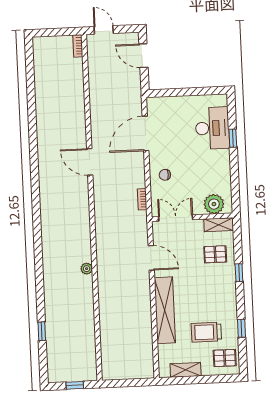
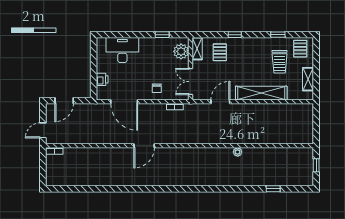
printer: (173, 104) -> (102, 79), added
window: (233, 138) -> (162, 35), moved
plant: (87, 269) -> (238, 152), moved

